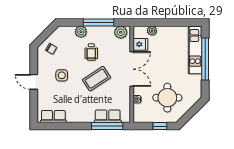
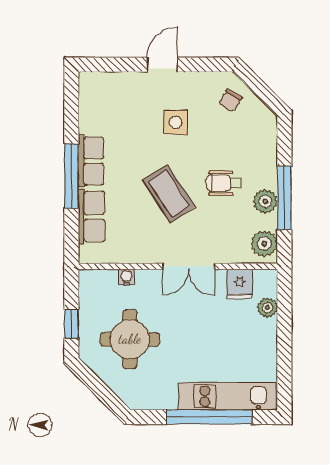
plant: (81, 32) -> (265, 201), moved
double door: (132, 69) -> (189, 266), width x0.73
row of seats: (53, 117) -> (91, 161), moved
window: (107, 126) -> (71, 176), moved

